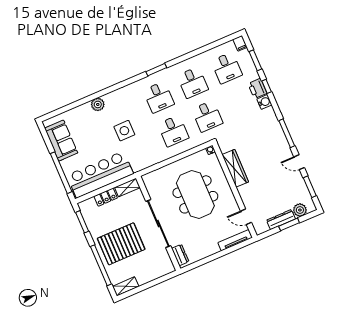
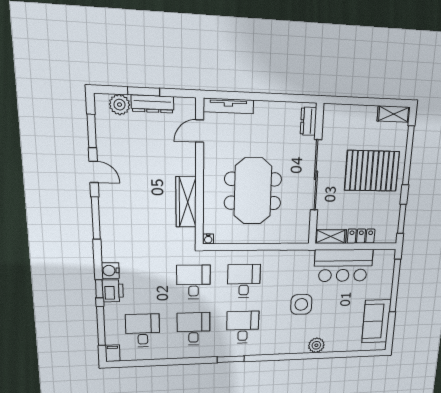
window: (255, 60) -> (101, 326), width x1.44
bar counter: (100, 174) -> (343, 265), width x0.73
door: (246, 217) -> (200, 131), swing flipped

